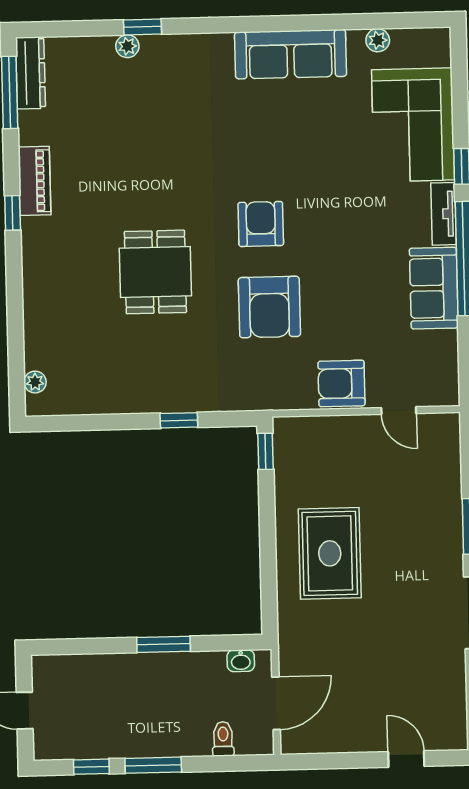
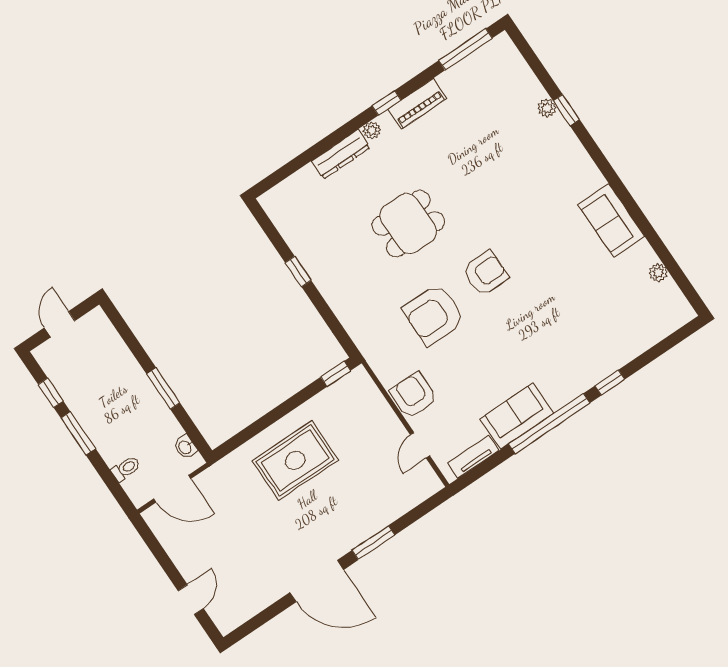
sofa: (291, 54) -> (611, 220), width x0.73
dresser: (31, 73) -> (341, 154), moved
corner sofa: (413, 125) -> (617, 332), removed
tv unit: (443, 214) -> (473, 457), moved
plant: (35, 382) -> (372, 130), moved
window: (179, 420) -> (298, 271), moved

